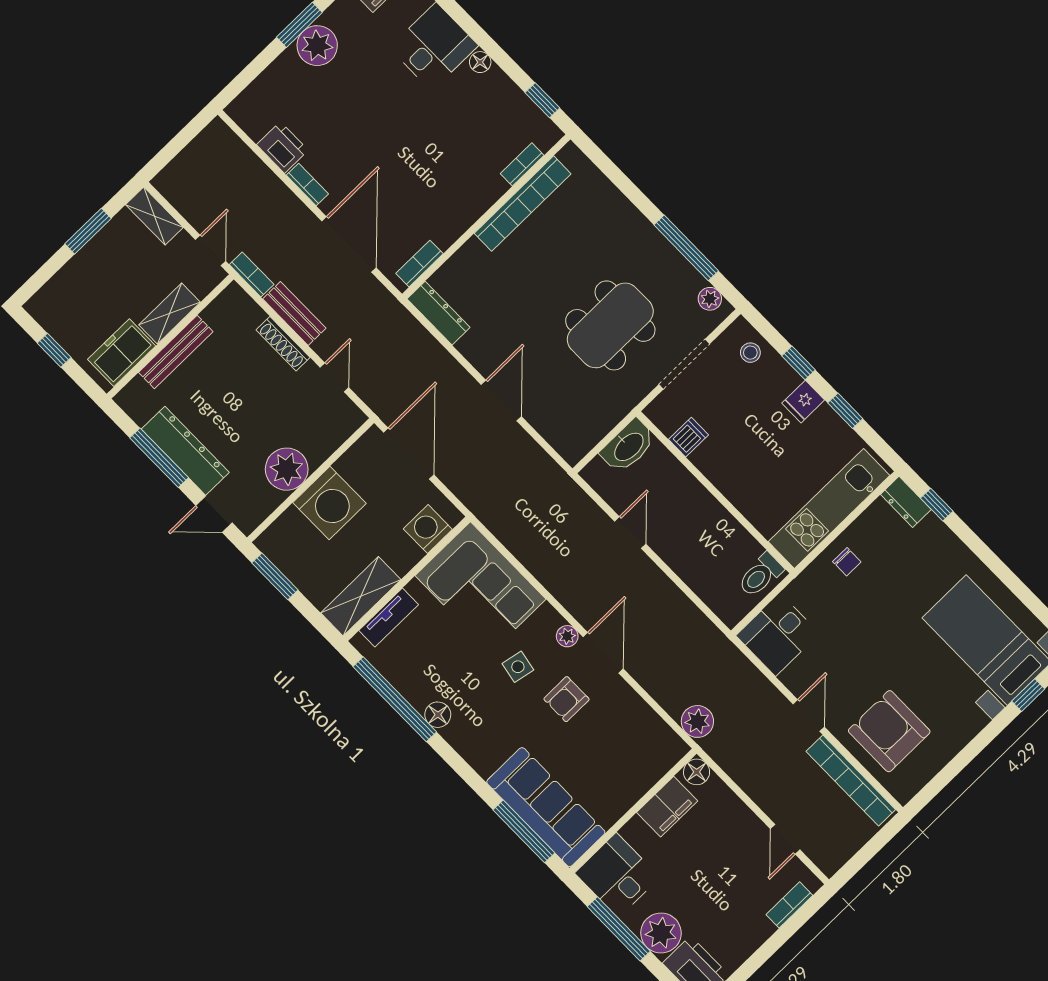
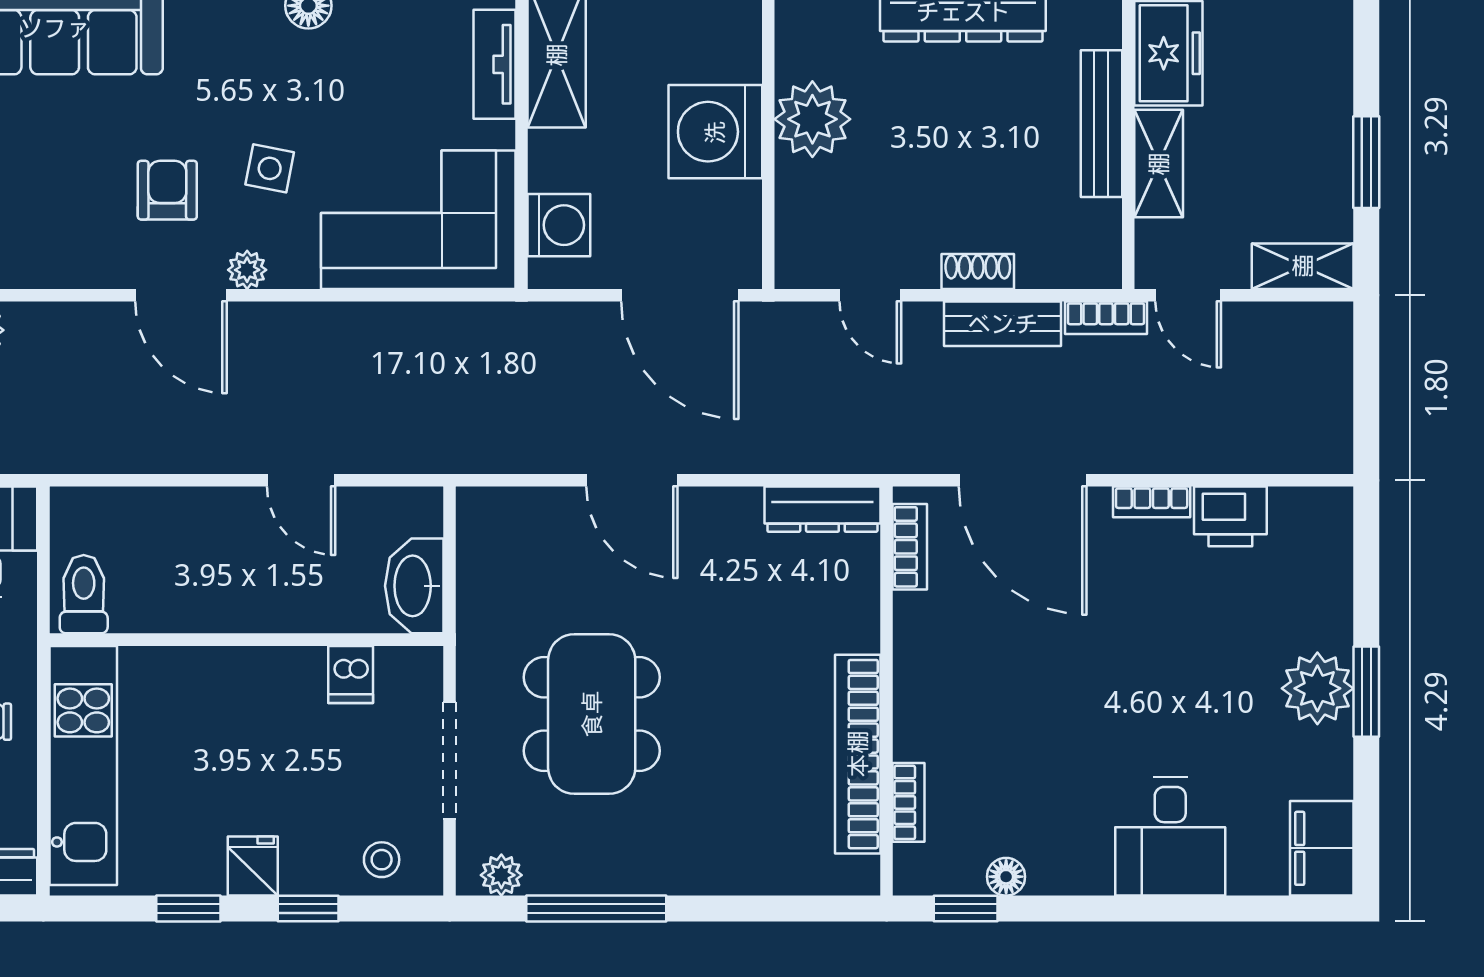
floor lamp: (480, 62) -> (1006, 877), moved
shoe rack: (283, 344) -> (978, 271), width x0.70

